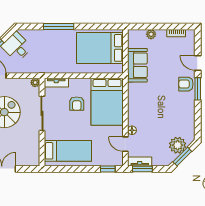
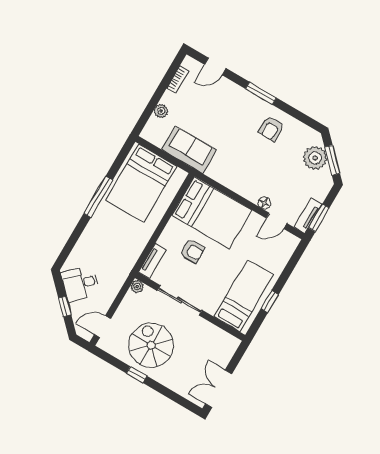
window: (59, 27) -> (98, 197), moved
door: (198, 63) -> (215, 66), moved
armchair: (186, 84) -> (271, 129), moved
window: (108, 169) -> (270, 302), moved

